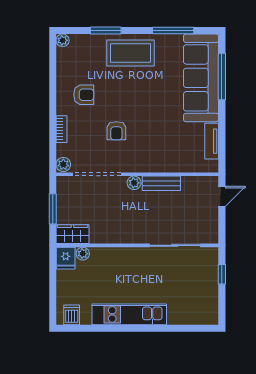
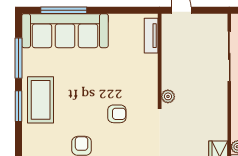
window: (106, 30) -> (18, 106), moved
tv unit: (212, 141) -> (151, 36), moved, turned 90
bench: (161, 183) -> (168, 70), removed

